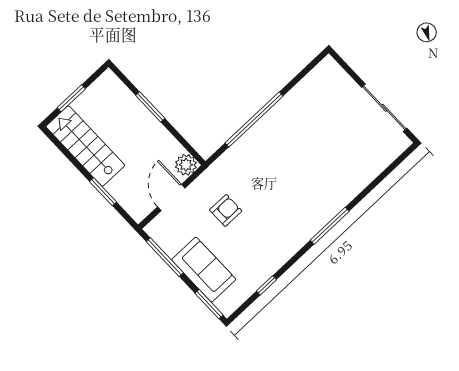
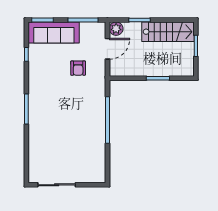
plant: (186, 165) -> (116, 29), moved
door: (171, 197) -> (107, 49), hinge flipped
sofa: (204, 270) -> (54, 33), width x1.36

